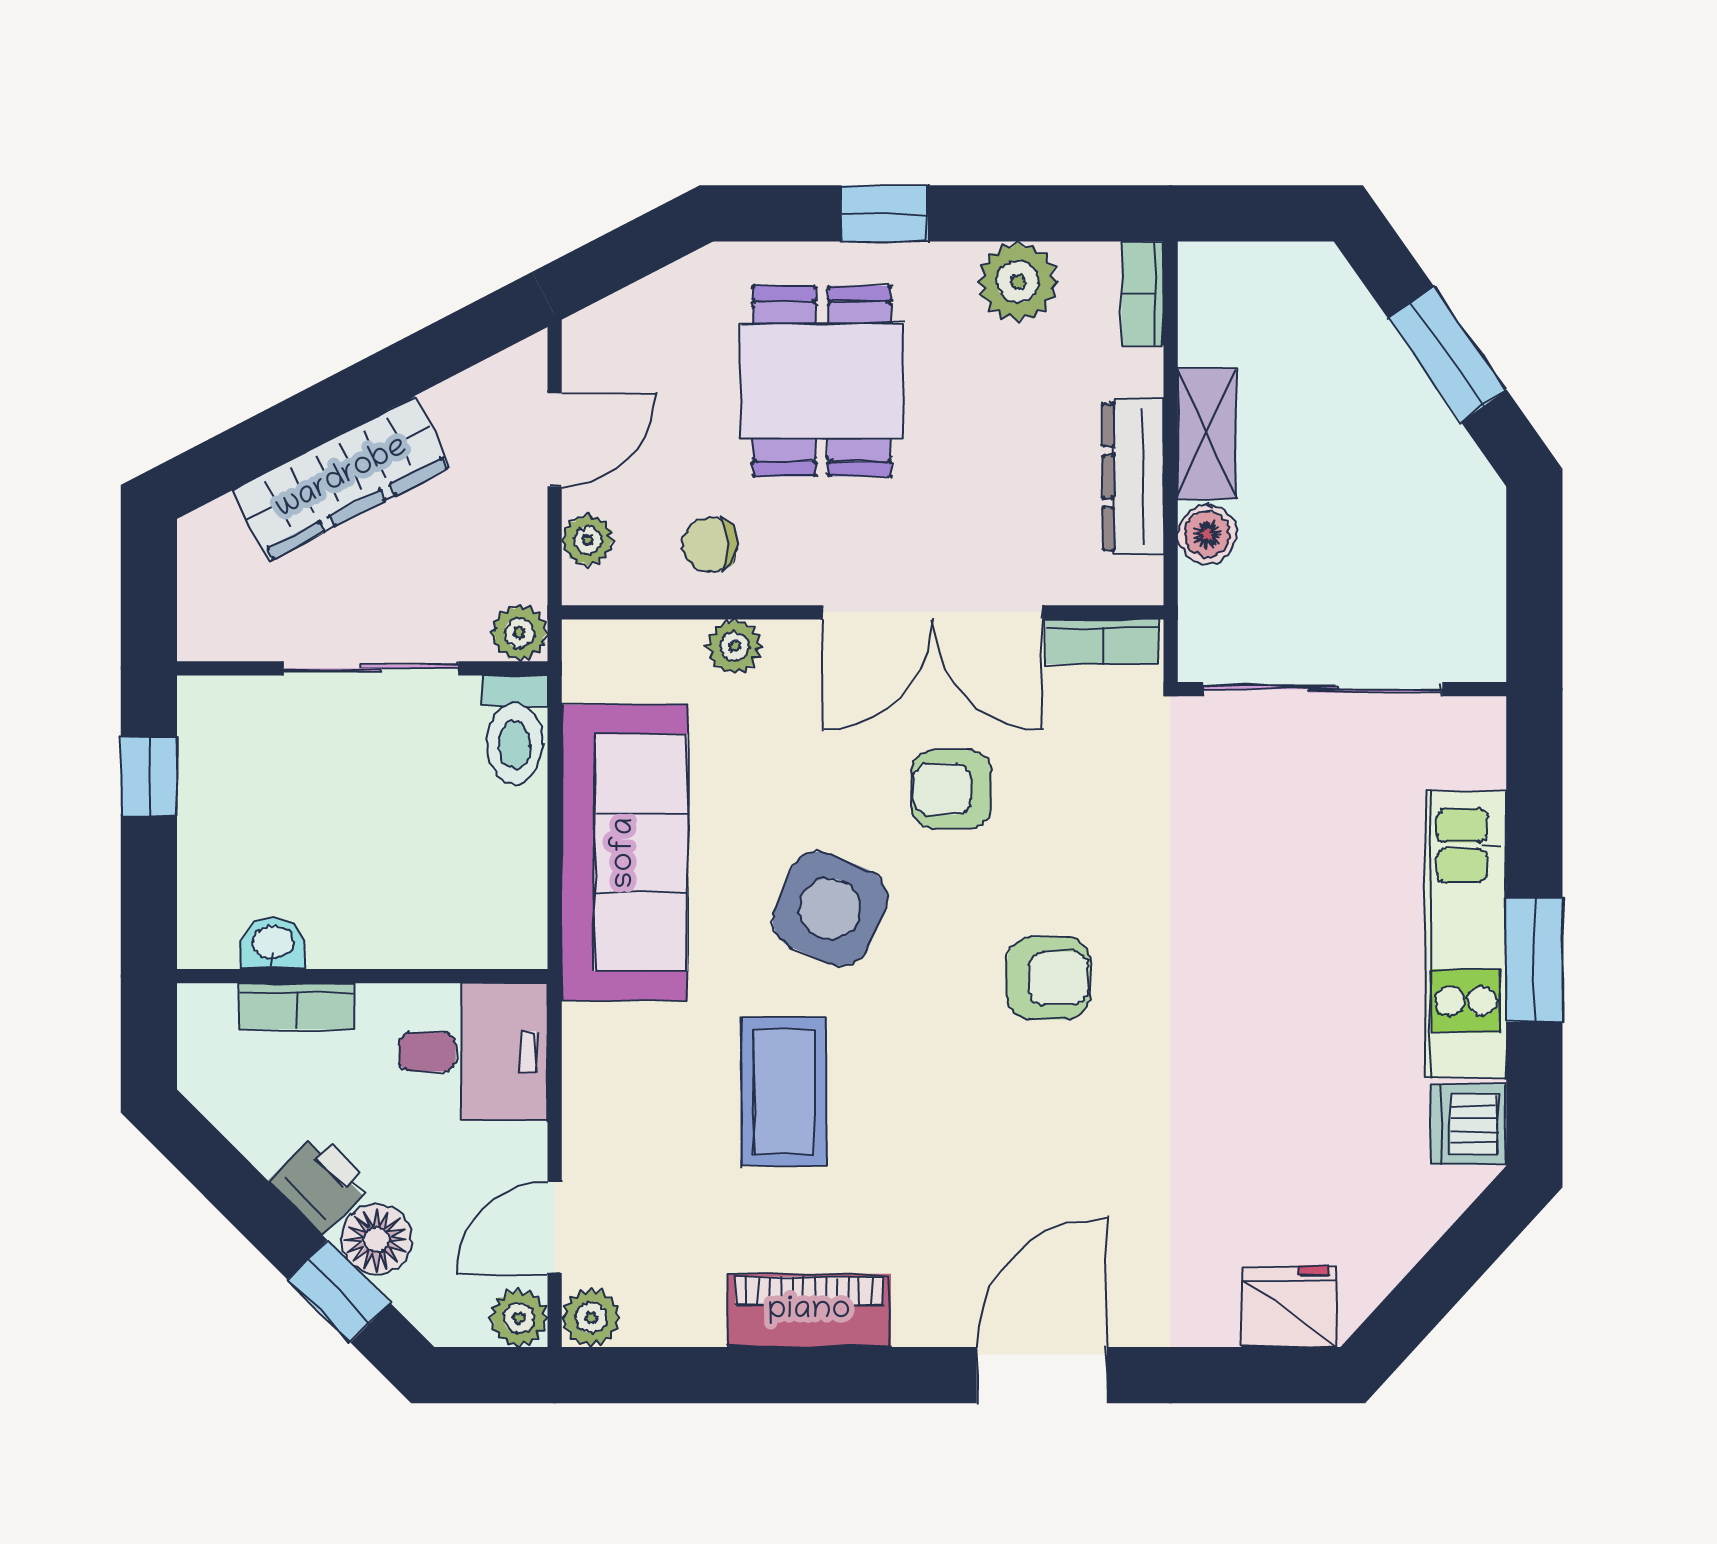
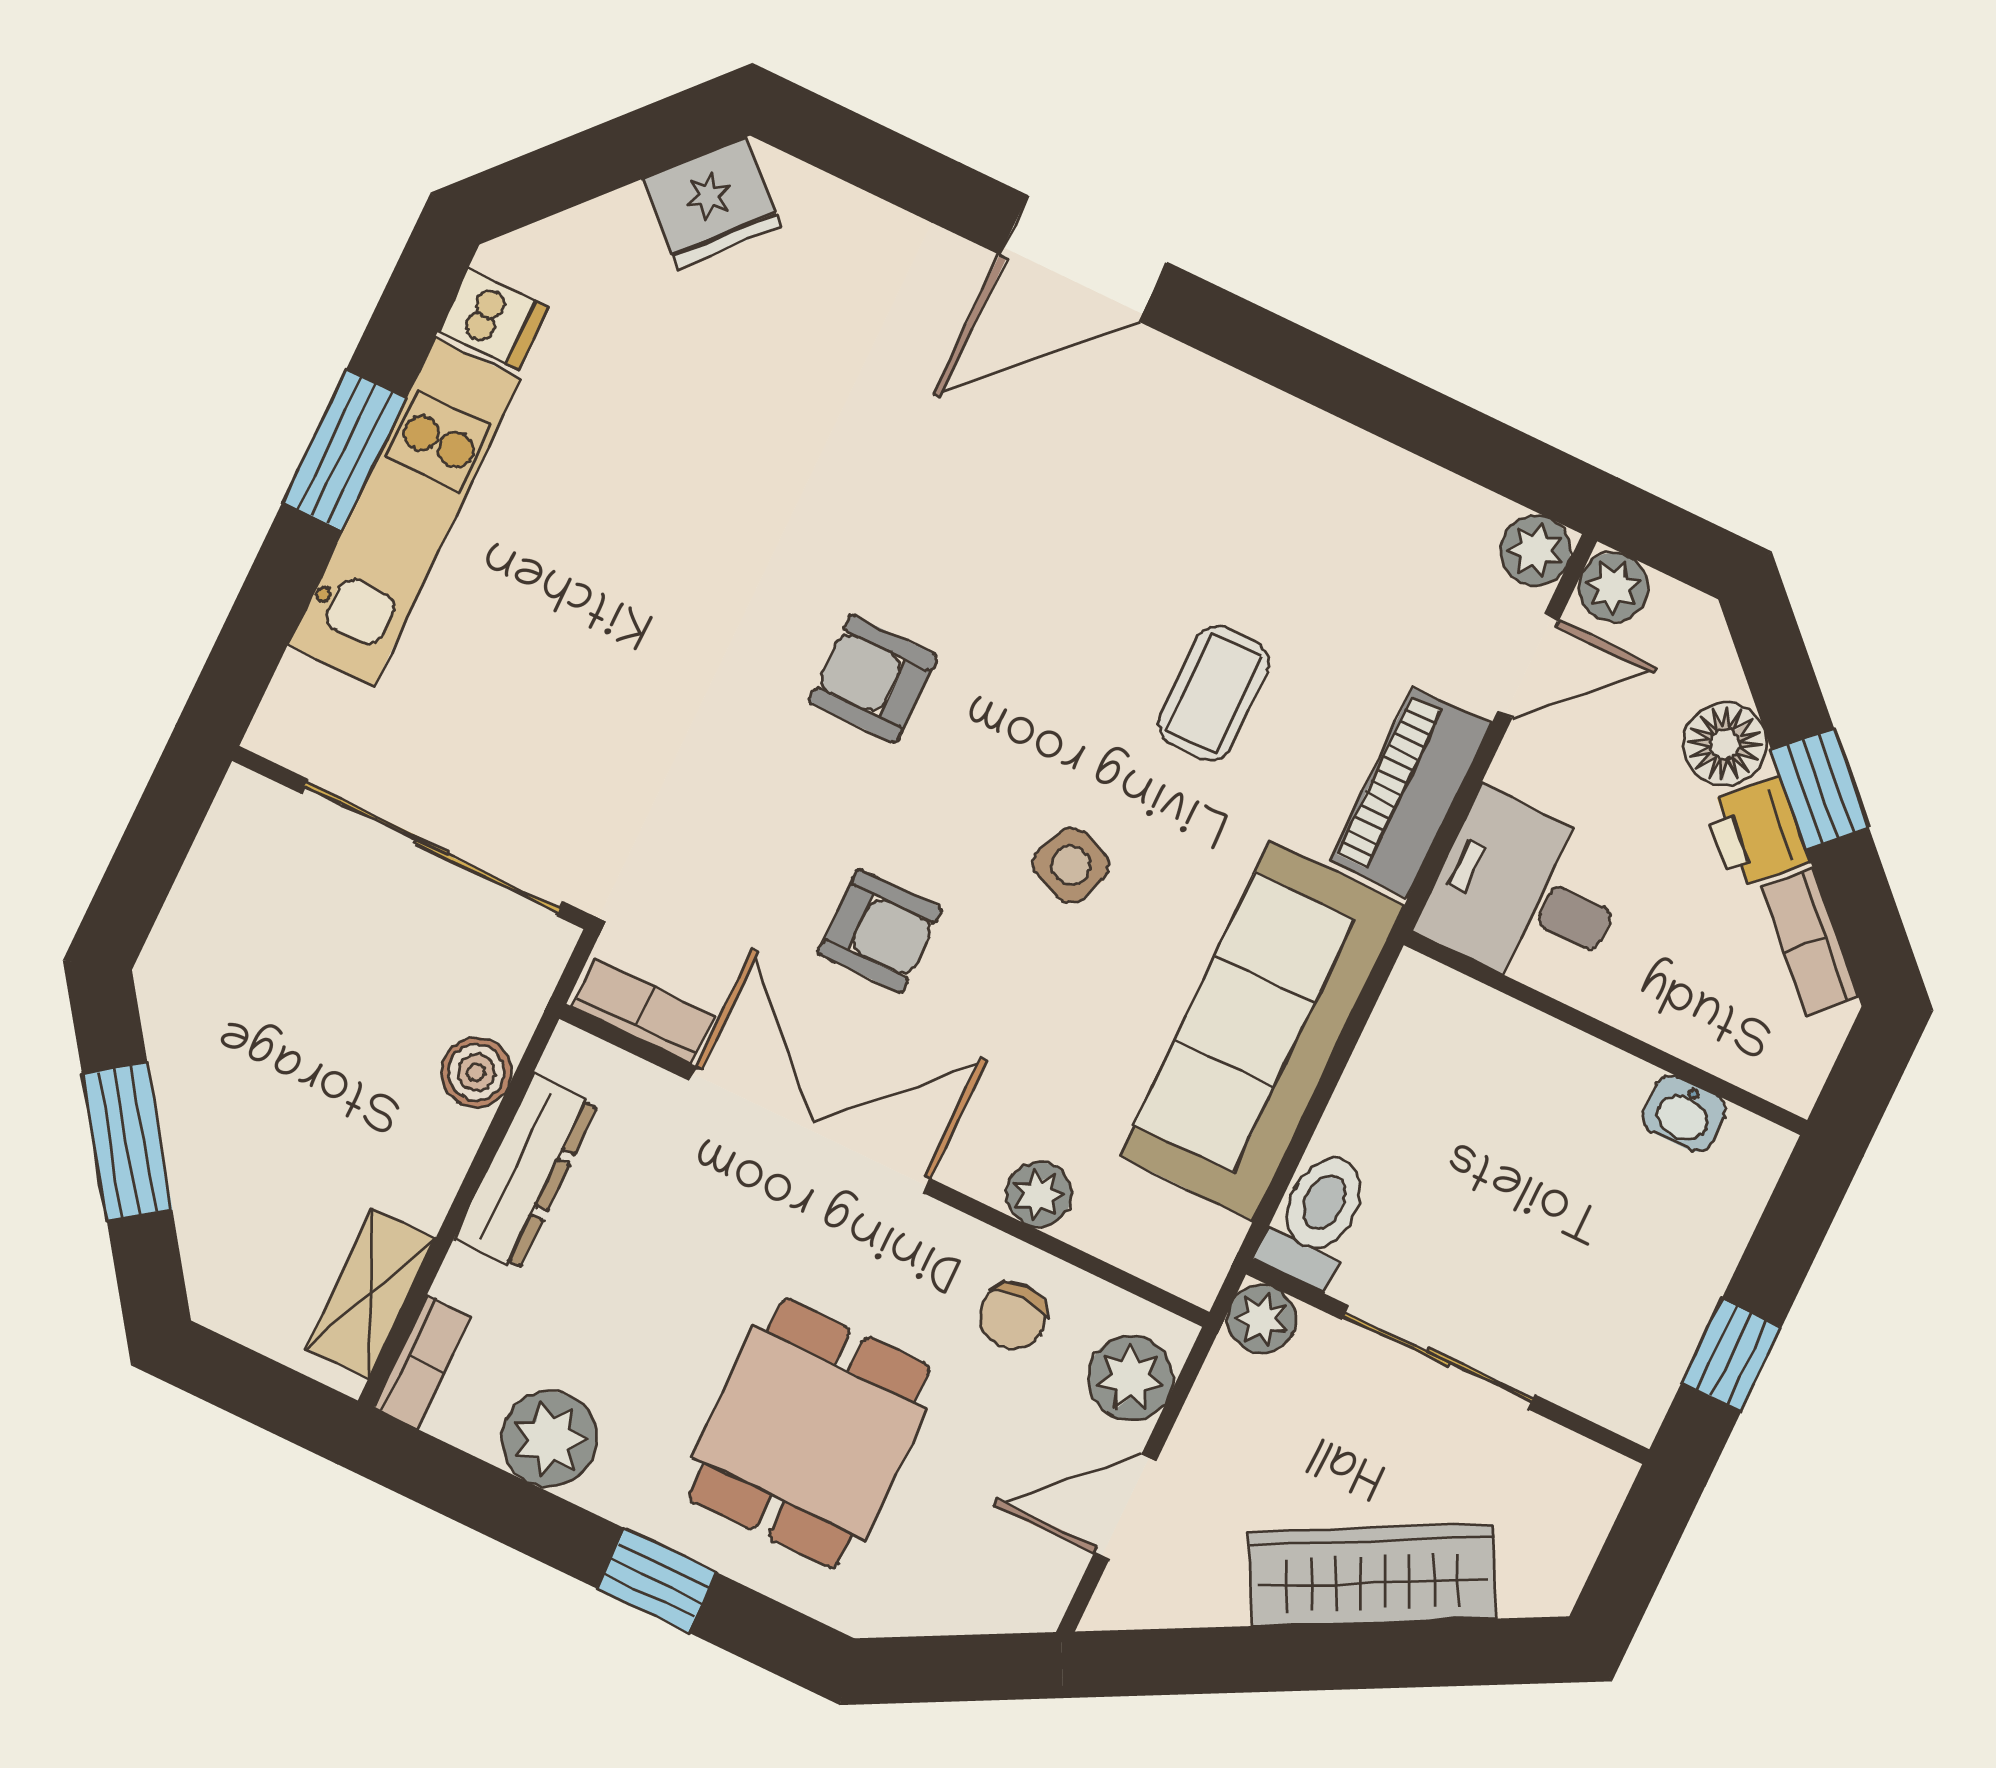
shelving: (1207, 434) -> (371, 1293), moved
plant: (588, 540) -> (1131, 1378), width x1.38, depth x1.38
chair: (710, 545) -> (1013, 1316), turned 90
side table: (830, 909) -> (1071, 865), width x0.54, depth x0.54
bookcase: (297, 1006) -> (1810, 942), moved, turned -135
coffee table: (784, 1092) -> (1214, 693), width x0.73, depth x0.77
dishwasher: (1469, 1124) -> (493, 320), width x0.73
window: (339, 1291) -> (1820, 789), moved
fridge: (1289, 1306) -> (712, 203), moved, turned -48
piano: (809, 1311) -> (1410, 792), moved, turned 90

